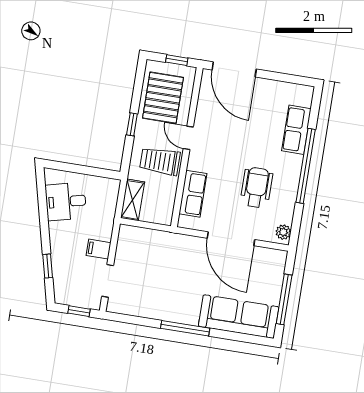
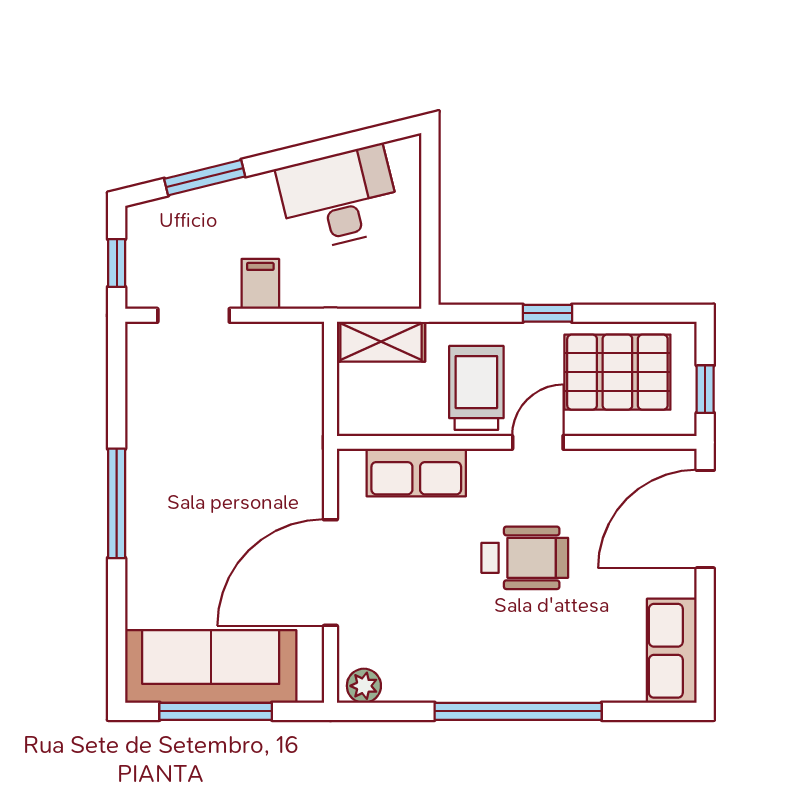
row of seats: (296, 130) -> (672, 651), moved, turned -90
wheelchair: (257, 187) -> (525, 558), moved
desk: (66, 202) -> (339, 198), width x1.37
window: (48, 266) -> (205, 178), width x1.50
sofa: (239, 317) -> (211, 666), moved, turned -90

